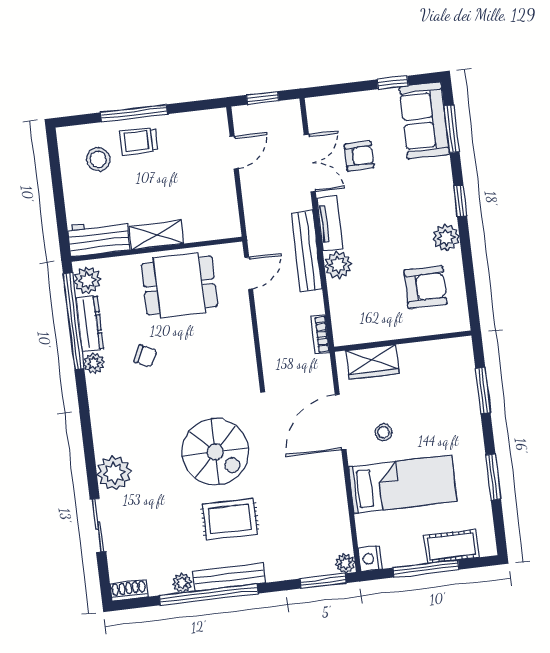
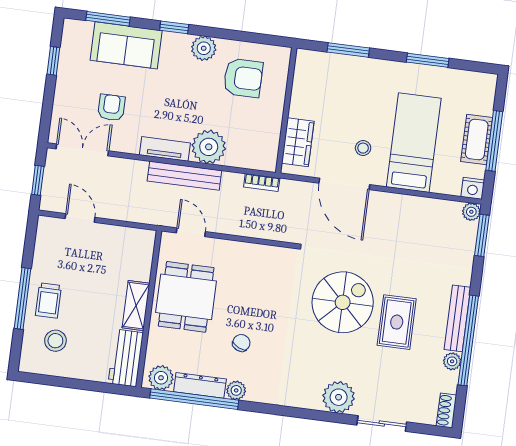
sofa: (424, 121) -> (126, 45), moved
double door: (310, 163) -> (82, 150), moved
plant: (338, 265) -> (209, 147), width x1.36, depth x1.36
armchair: (425, 287) -> (243, 78), turned 90
rug: (230, 519) -> (397, 322), moved
cot: (451, 546) -> (477, 139), moved

